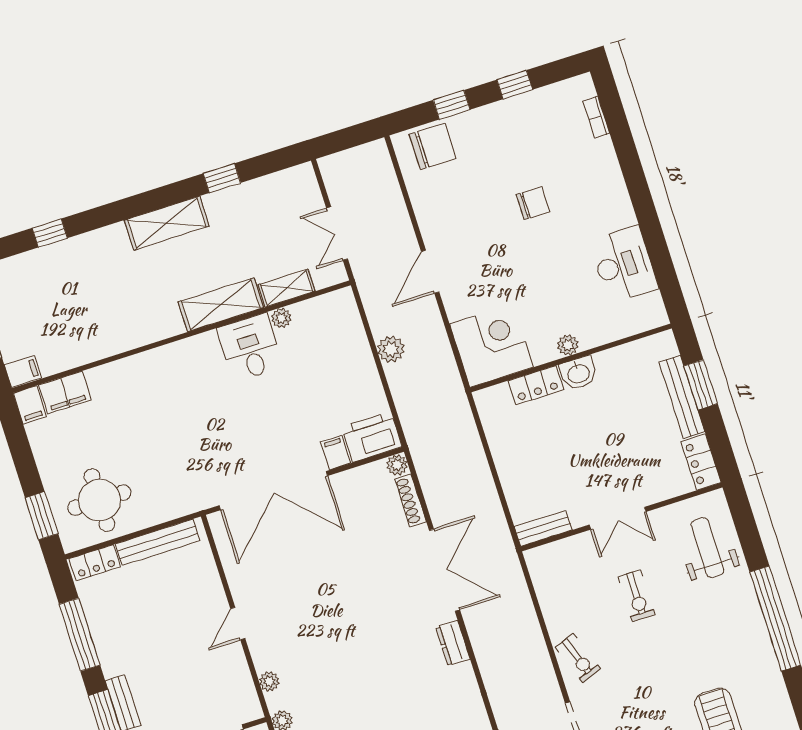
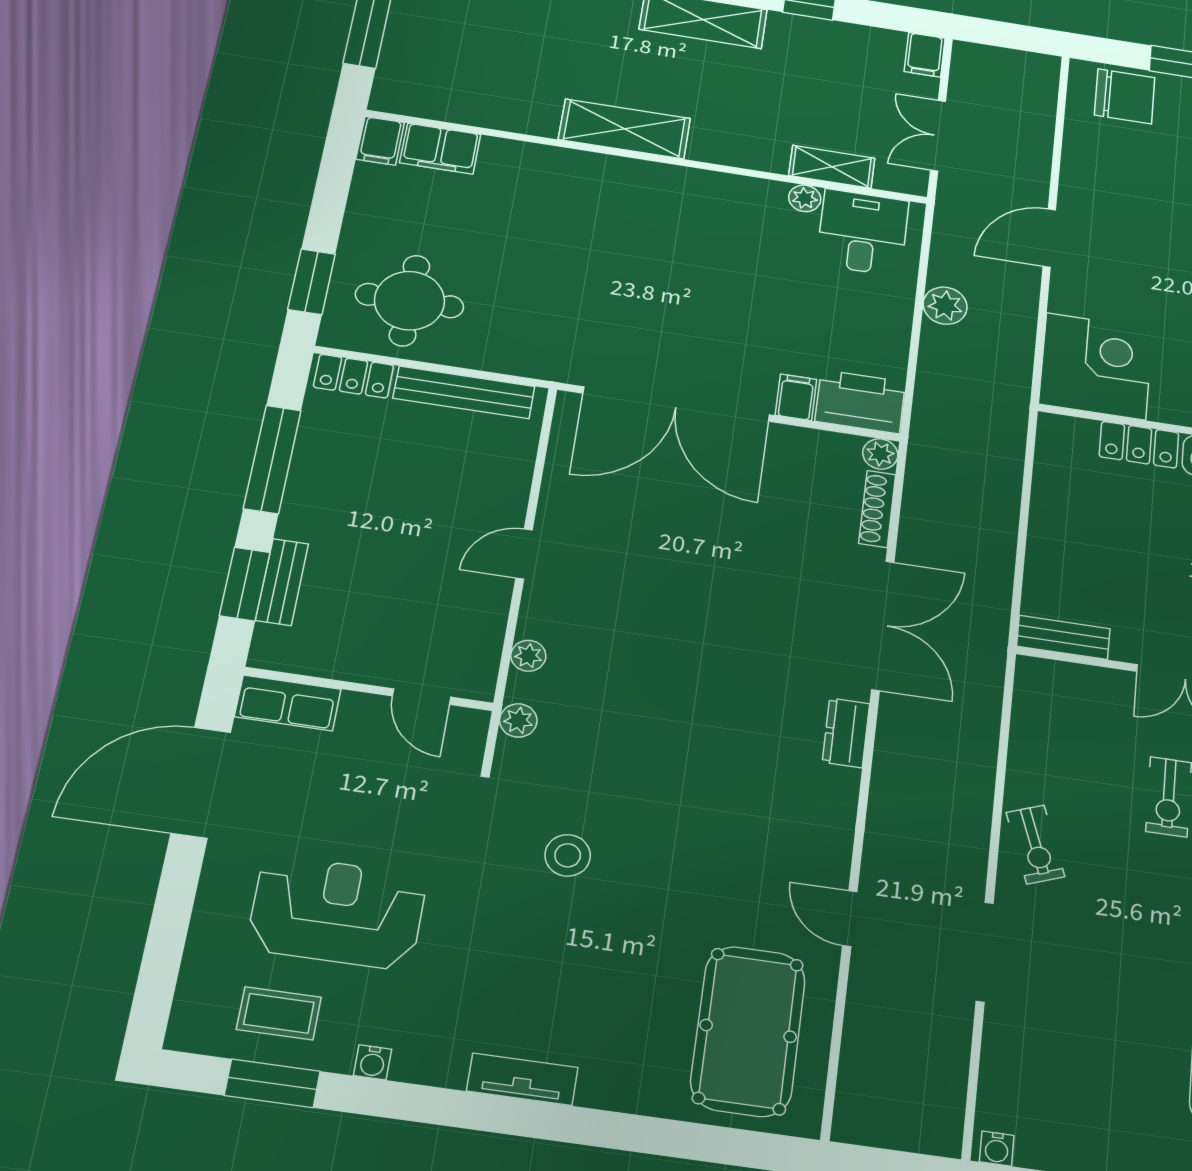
shelving: (221, 305) -> (624, 129), moved
desk: (250, 348) -> (863, 232), moved
filing cabinet: (23, 371) -> (925, 55), moved, turned 90

